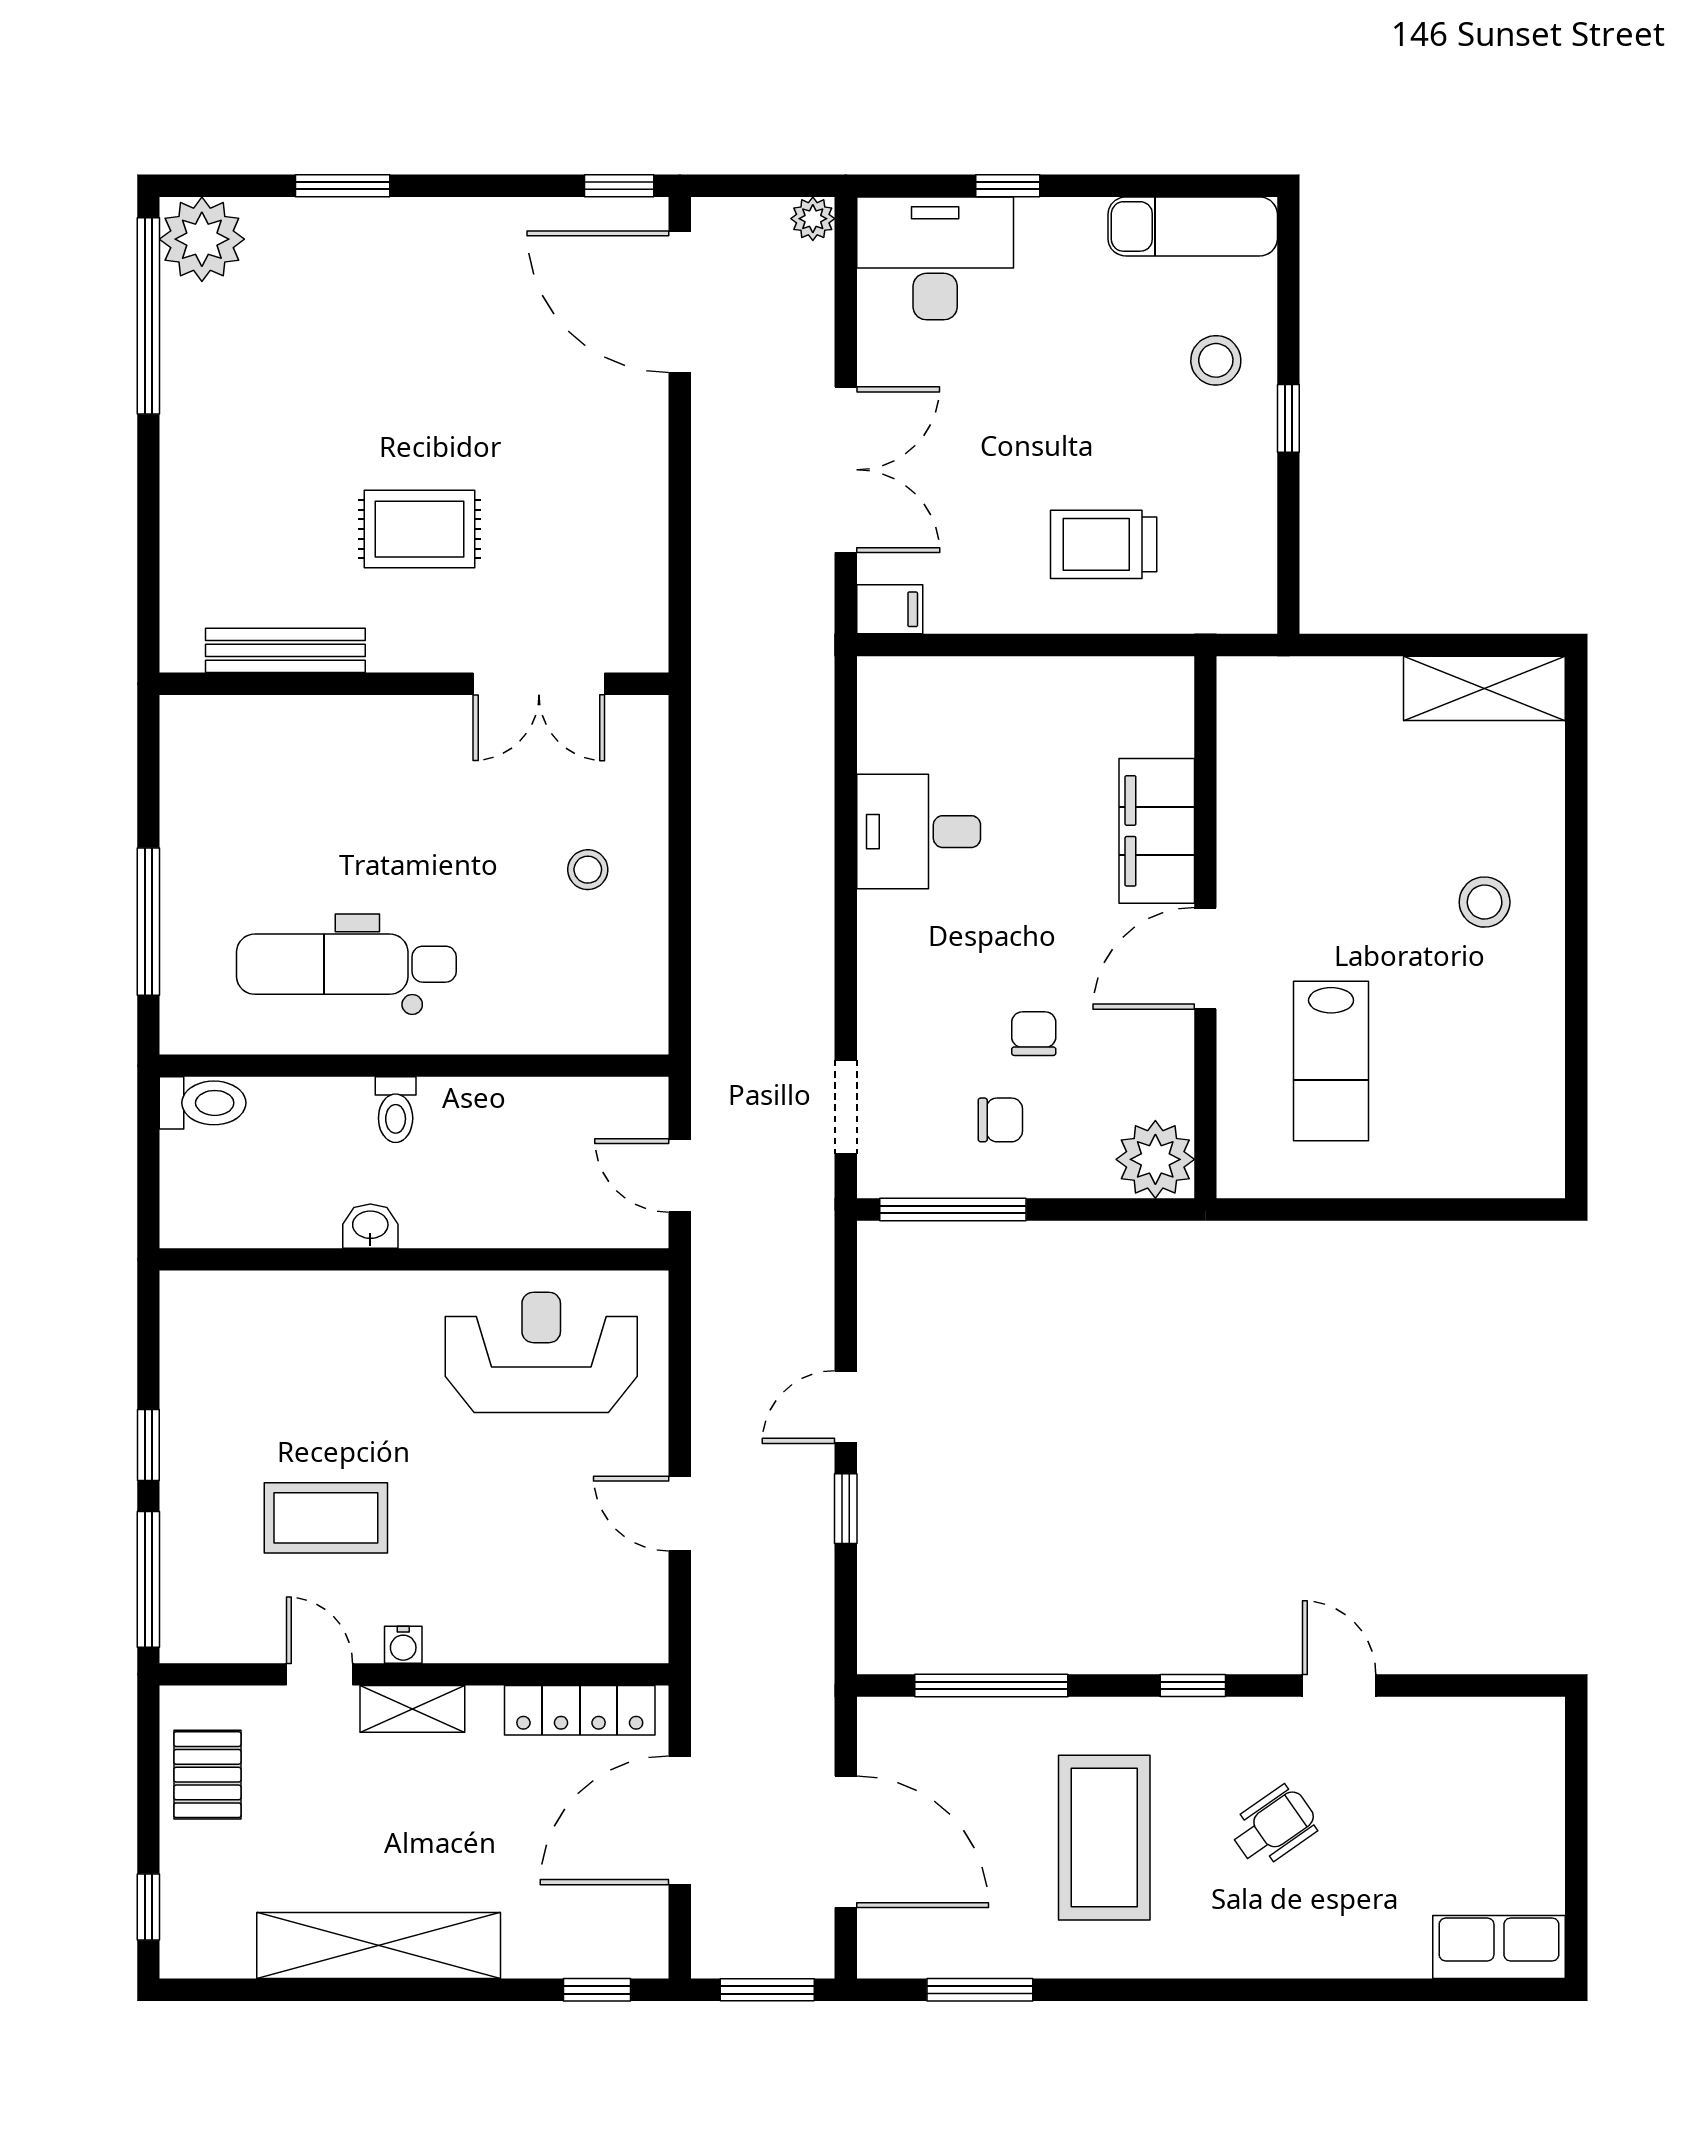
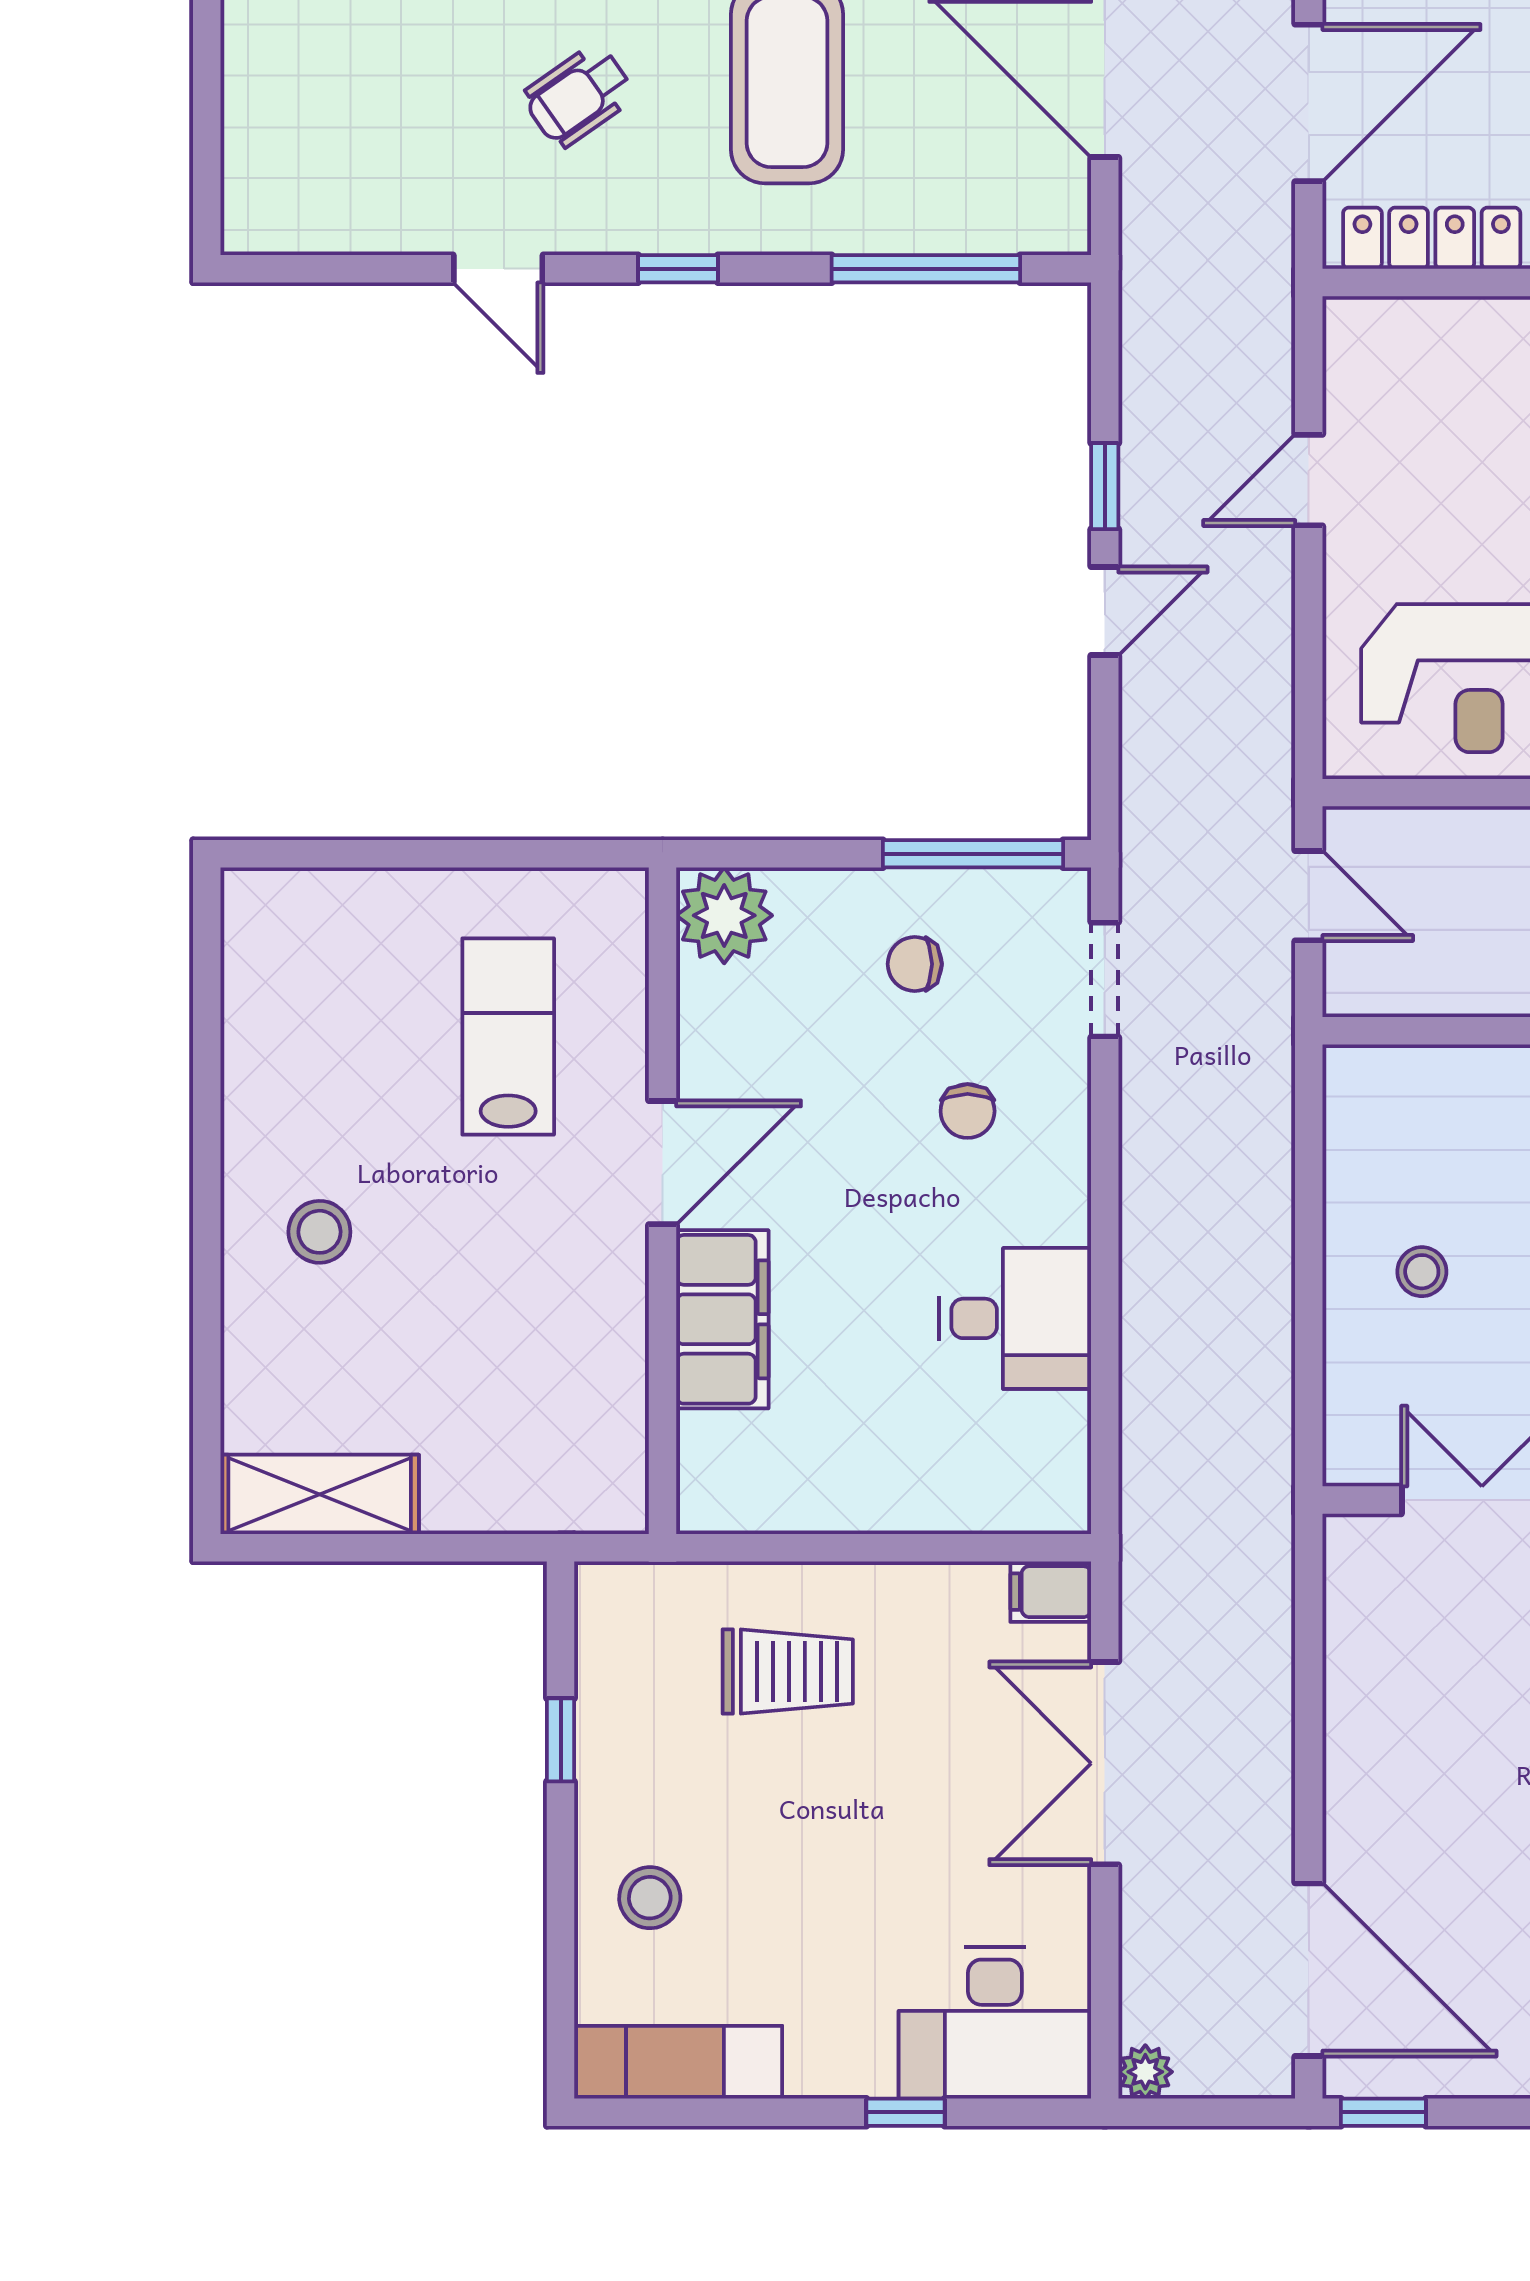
window: (1288, 418) -> (561, 1740), moved
chair: (1034, 1034) -> (968, 1111), moved
door: (680, 1514) -> (1309, 480), swing flipped

